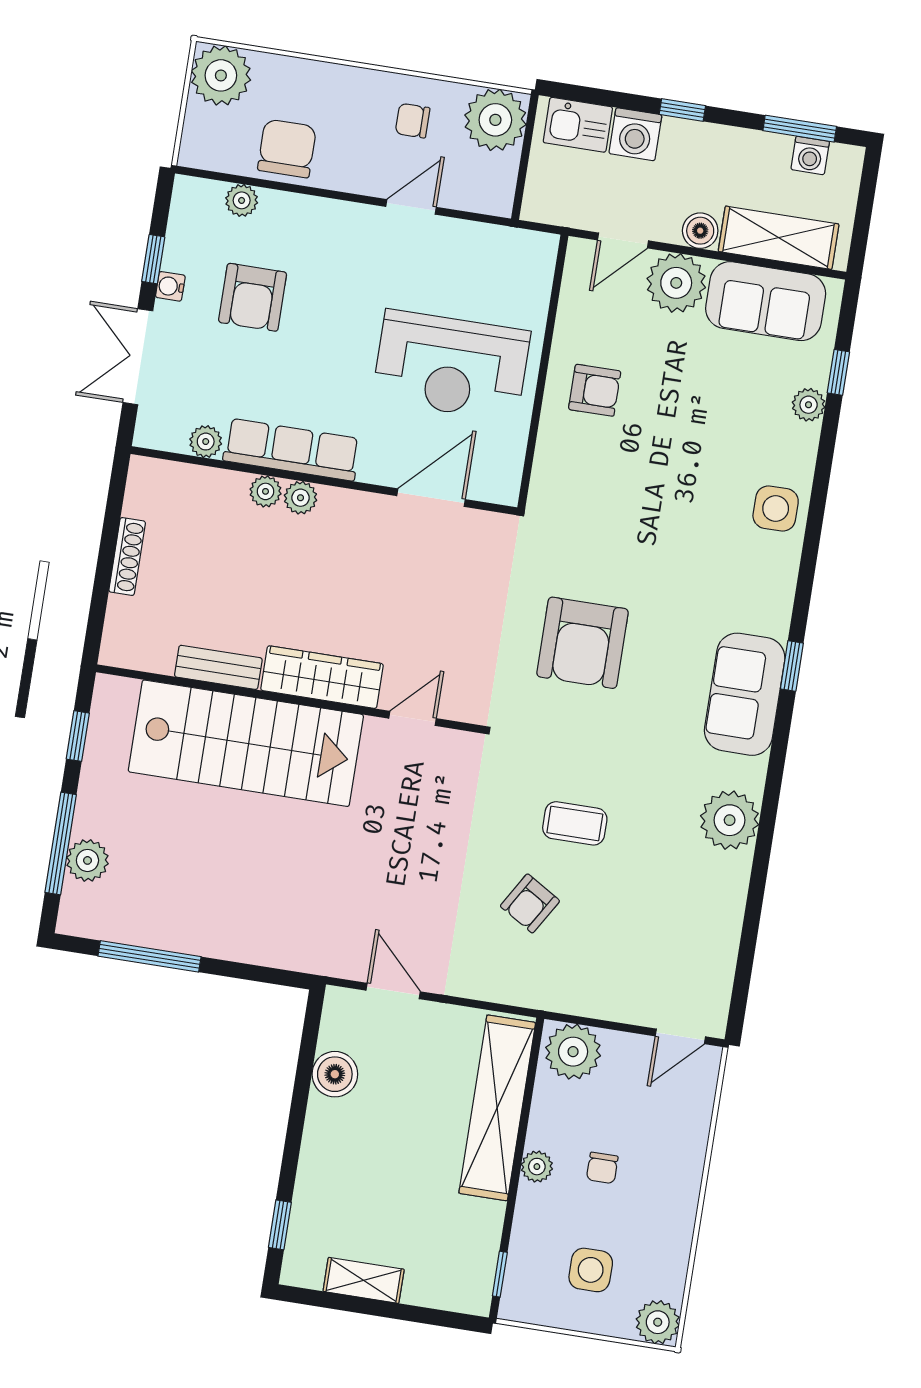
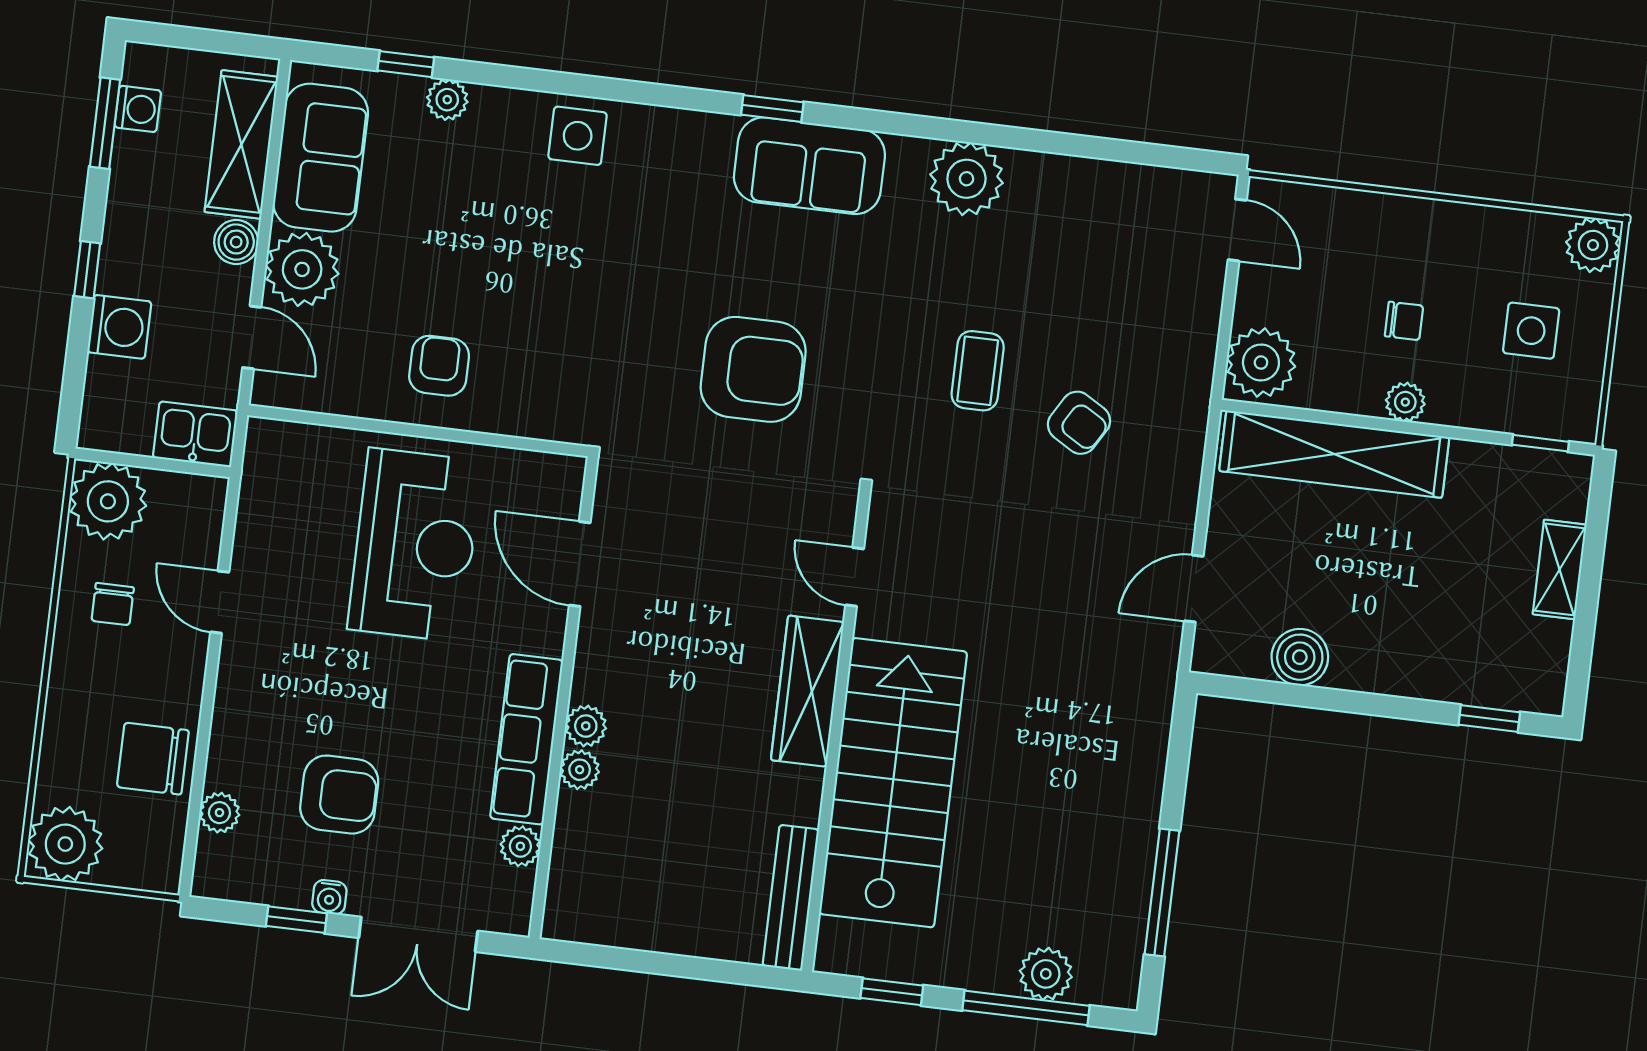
kitchen sink: (578, 125) -> (195, 434), moved, turned -90
shoe rack: (127, 557) -> (667, 939), removed
bench: (218, 667) -> (791, 898), moved, width x1.36
shelving: (364, 1280) -> (1560, 569), moved

